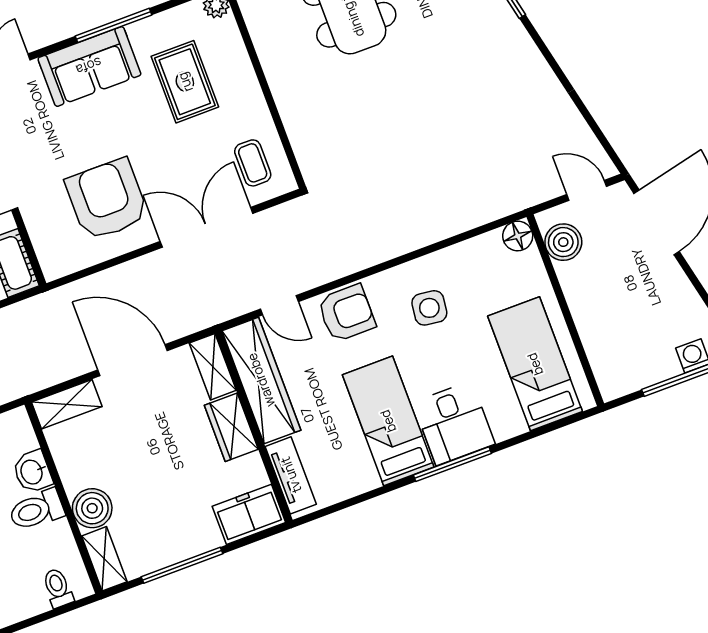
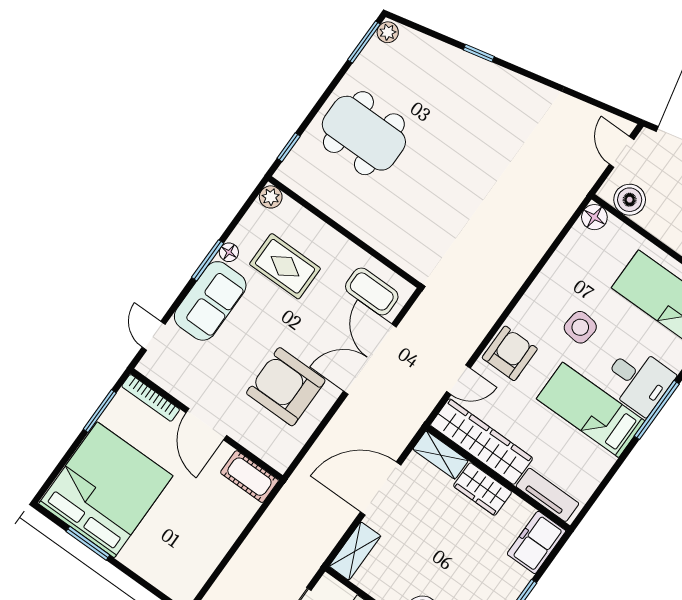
window: (113, 25) -> (208, 260), width x0.69
floor lamp: (139, 31) -> (229, 252), added
coffee table: (253, 163) -> (372, 291), width x1.36, depth x1.30
door: (587, 190) -> (622, 152), hinge flipped
side table: (429, 308) -> (580, 327), moved

